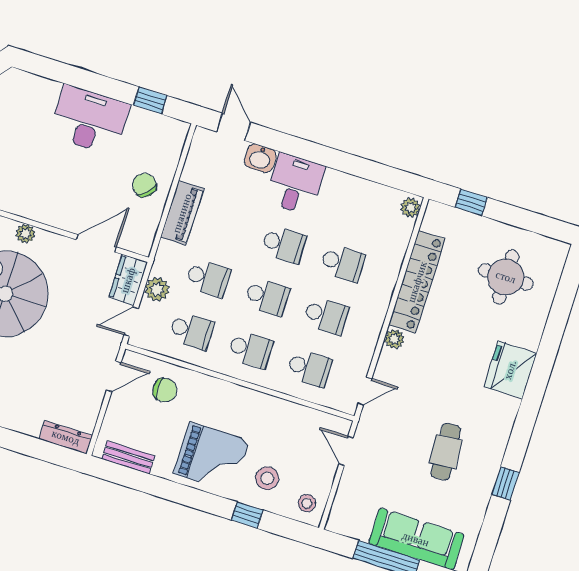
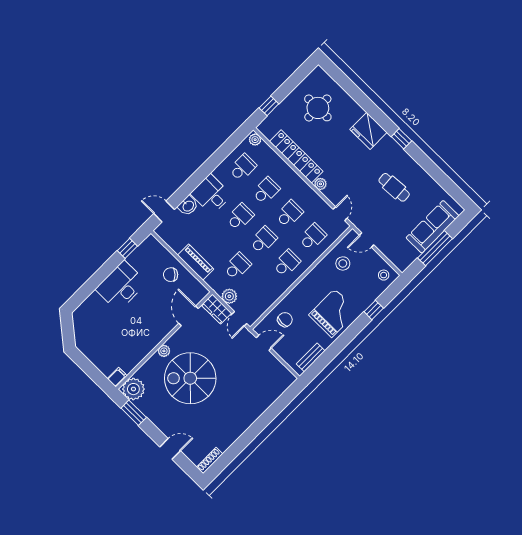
school desk: (191, 331) -> (243, 168), moved
door: (114, 376) -> (264, 343), hinge flipped
dresser: (66, 437) -> (283, 385), removed
stool: (267, 478) -> (343, 263), moved
window: (506, 483) -> (401, 139), moved

